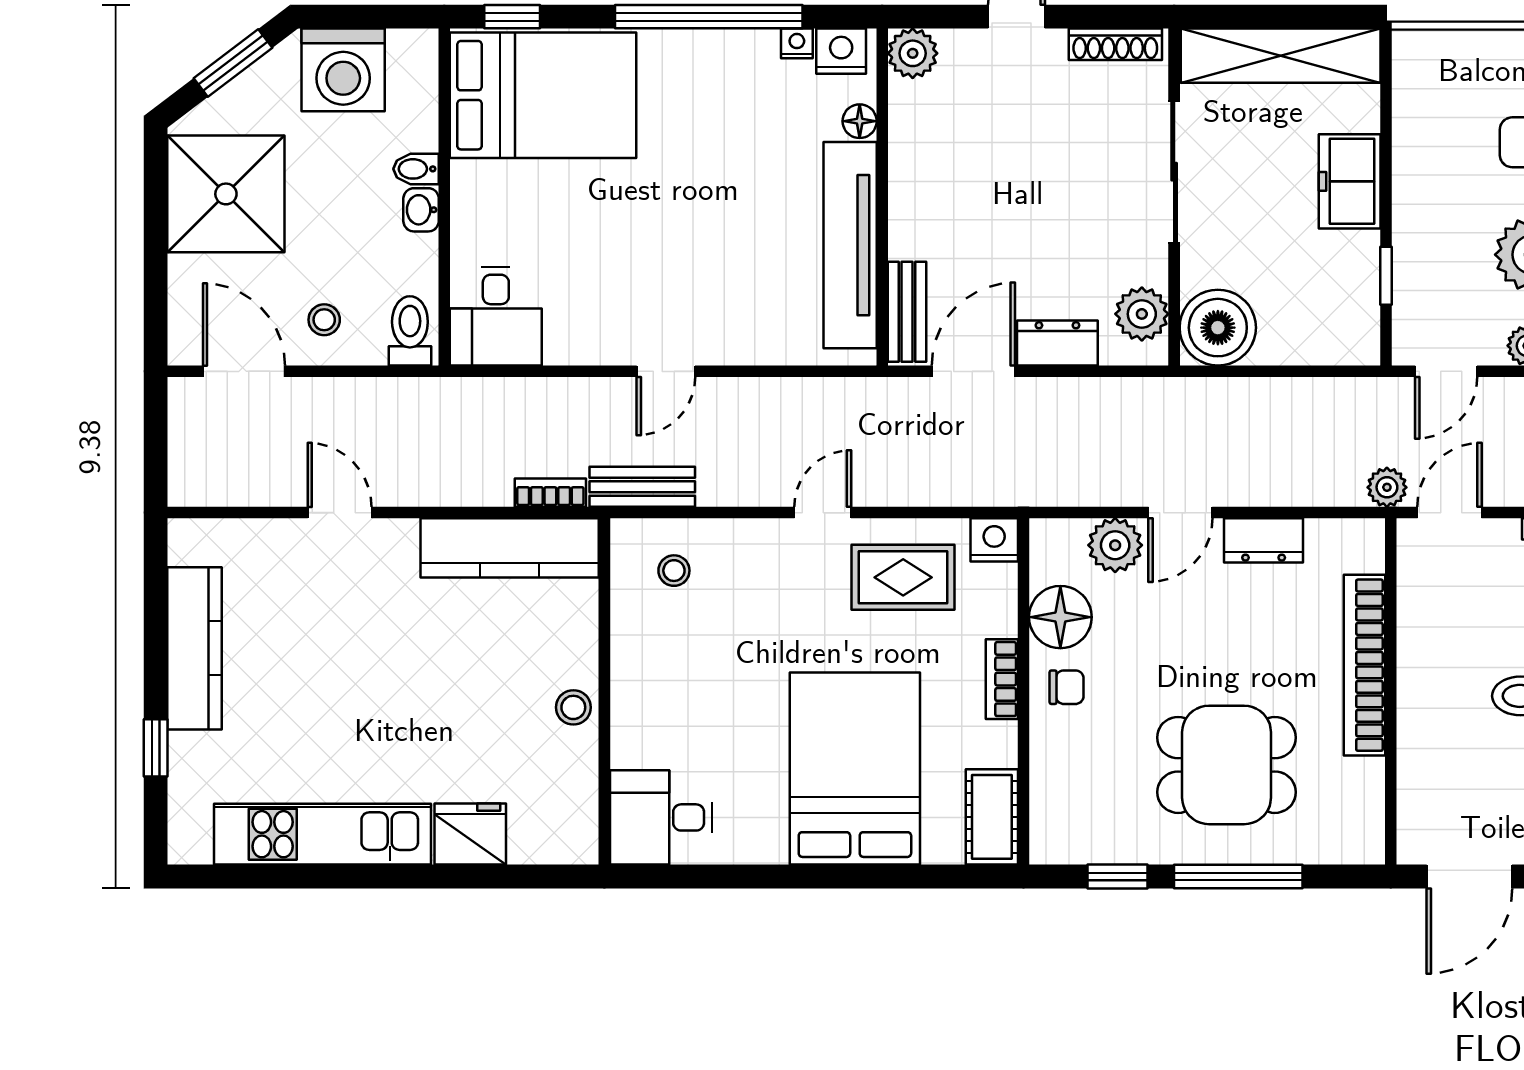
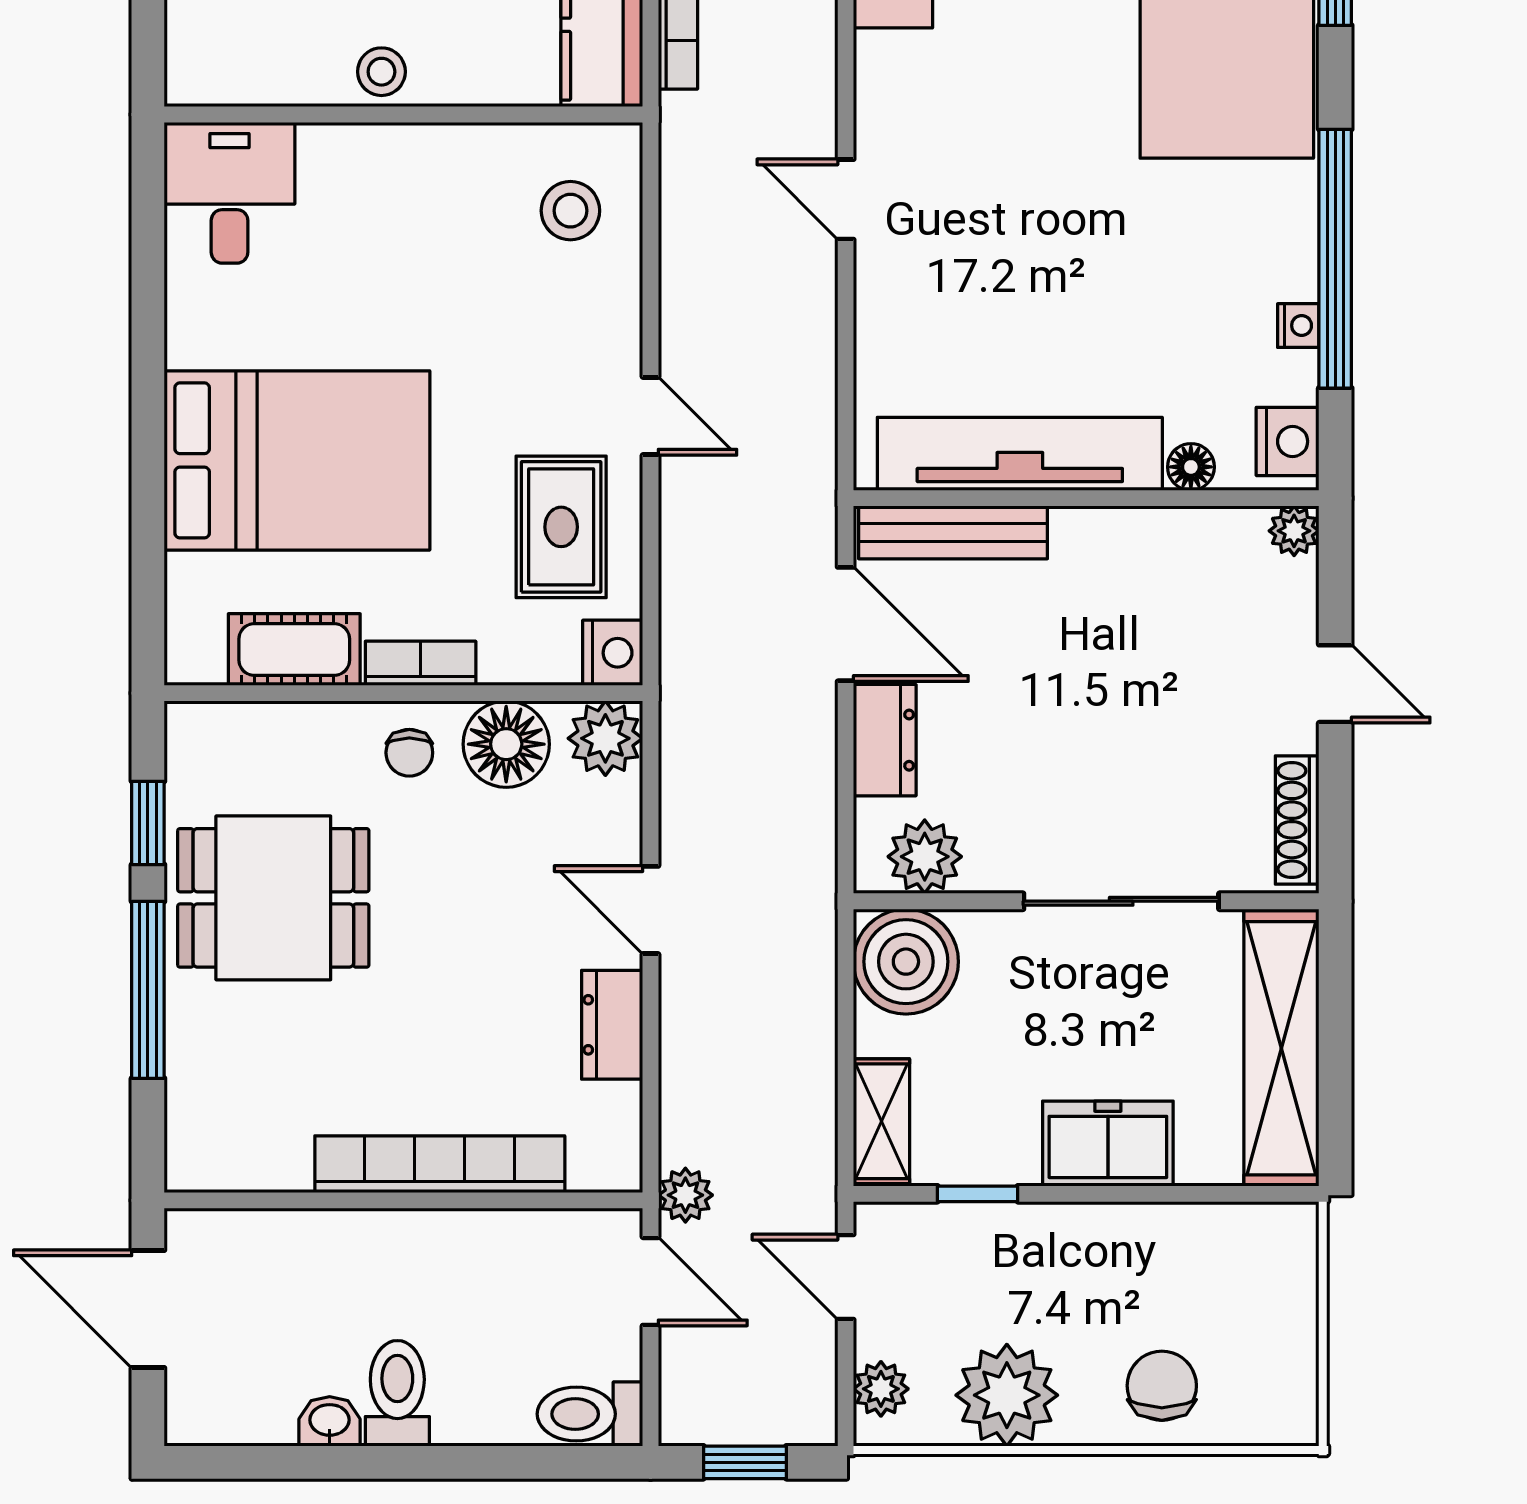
nightstand: (797, 43) -> (1298, 326), moved
plant: (913, 53) -> (1294, 531), width x0.73, depth x0.73
bench: (907, 312) -> (953, 532), width x1.36
shelving: (1333, 345) -> (881, 1121), added
bench: (642, 487) -> (686, 167), removed
plant: (1115, 545) -> (605, 738), moved
stool: (674, 571) -> (570, 211), width x1.37, depth x1.37
dining table: (1227, 765) -> (273, 898), moved, turned 90
cot: (992, 817) -> (294, 650), moved

